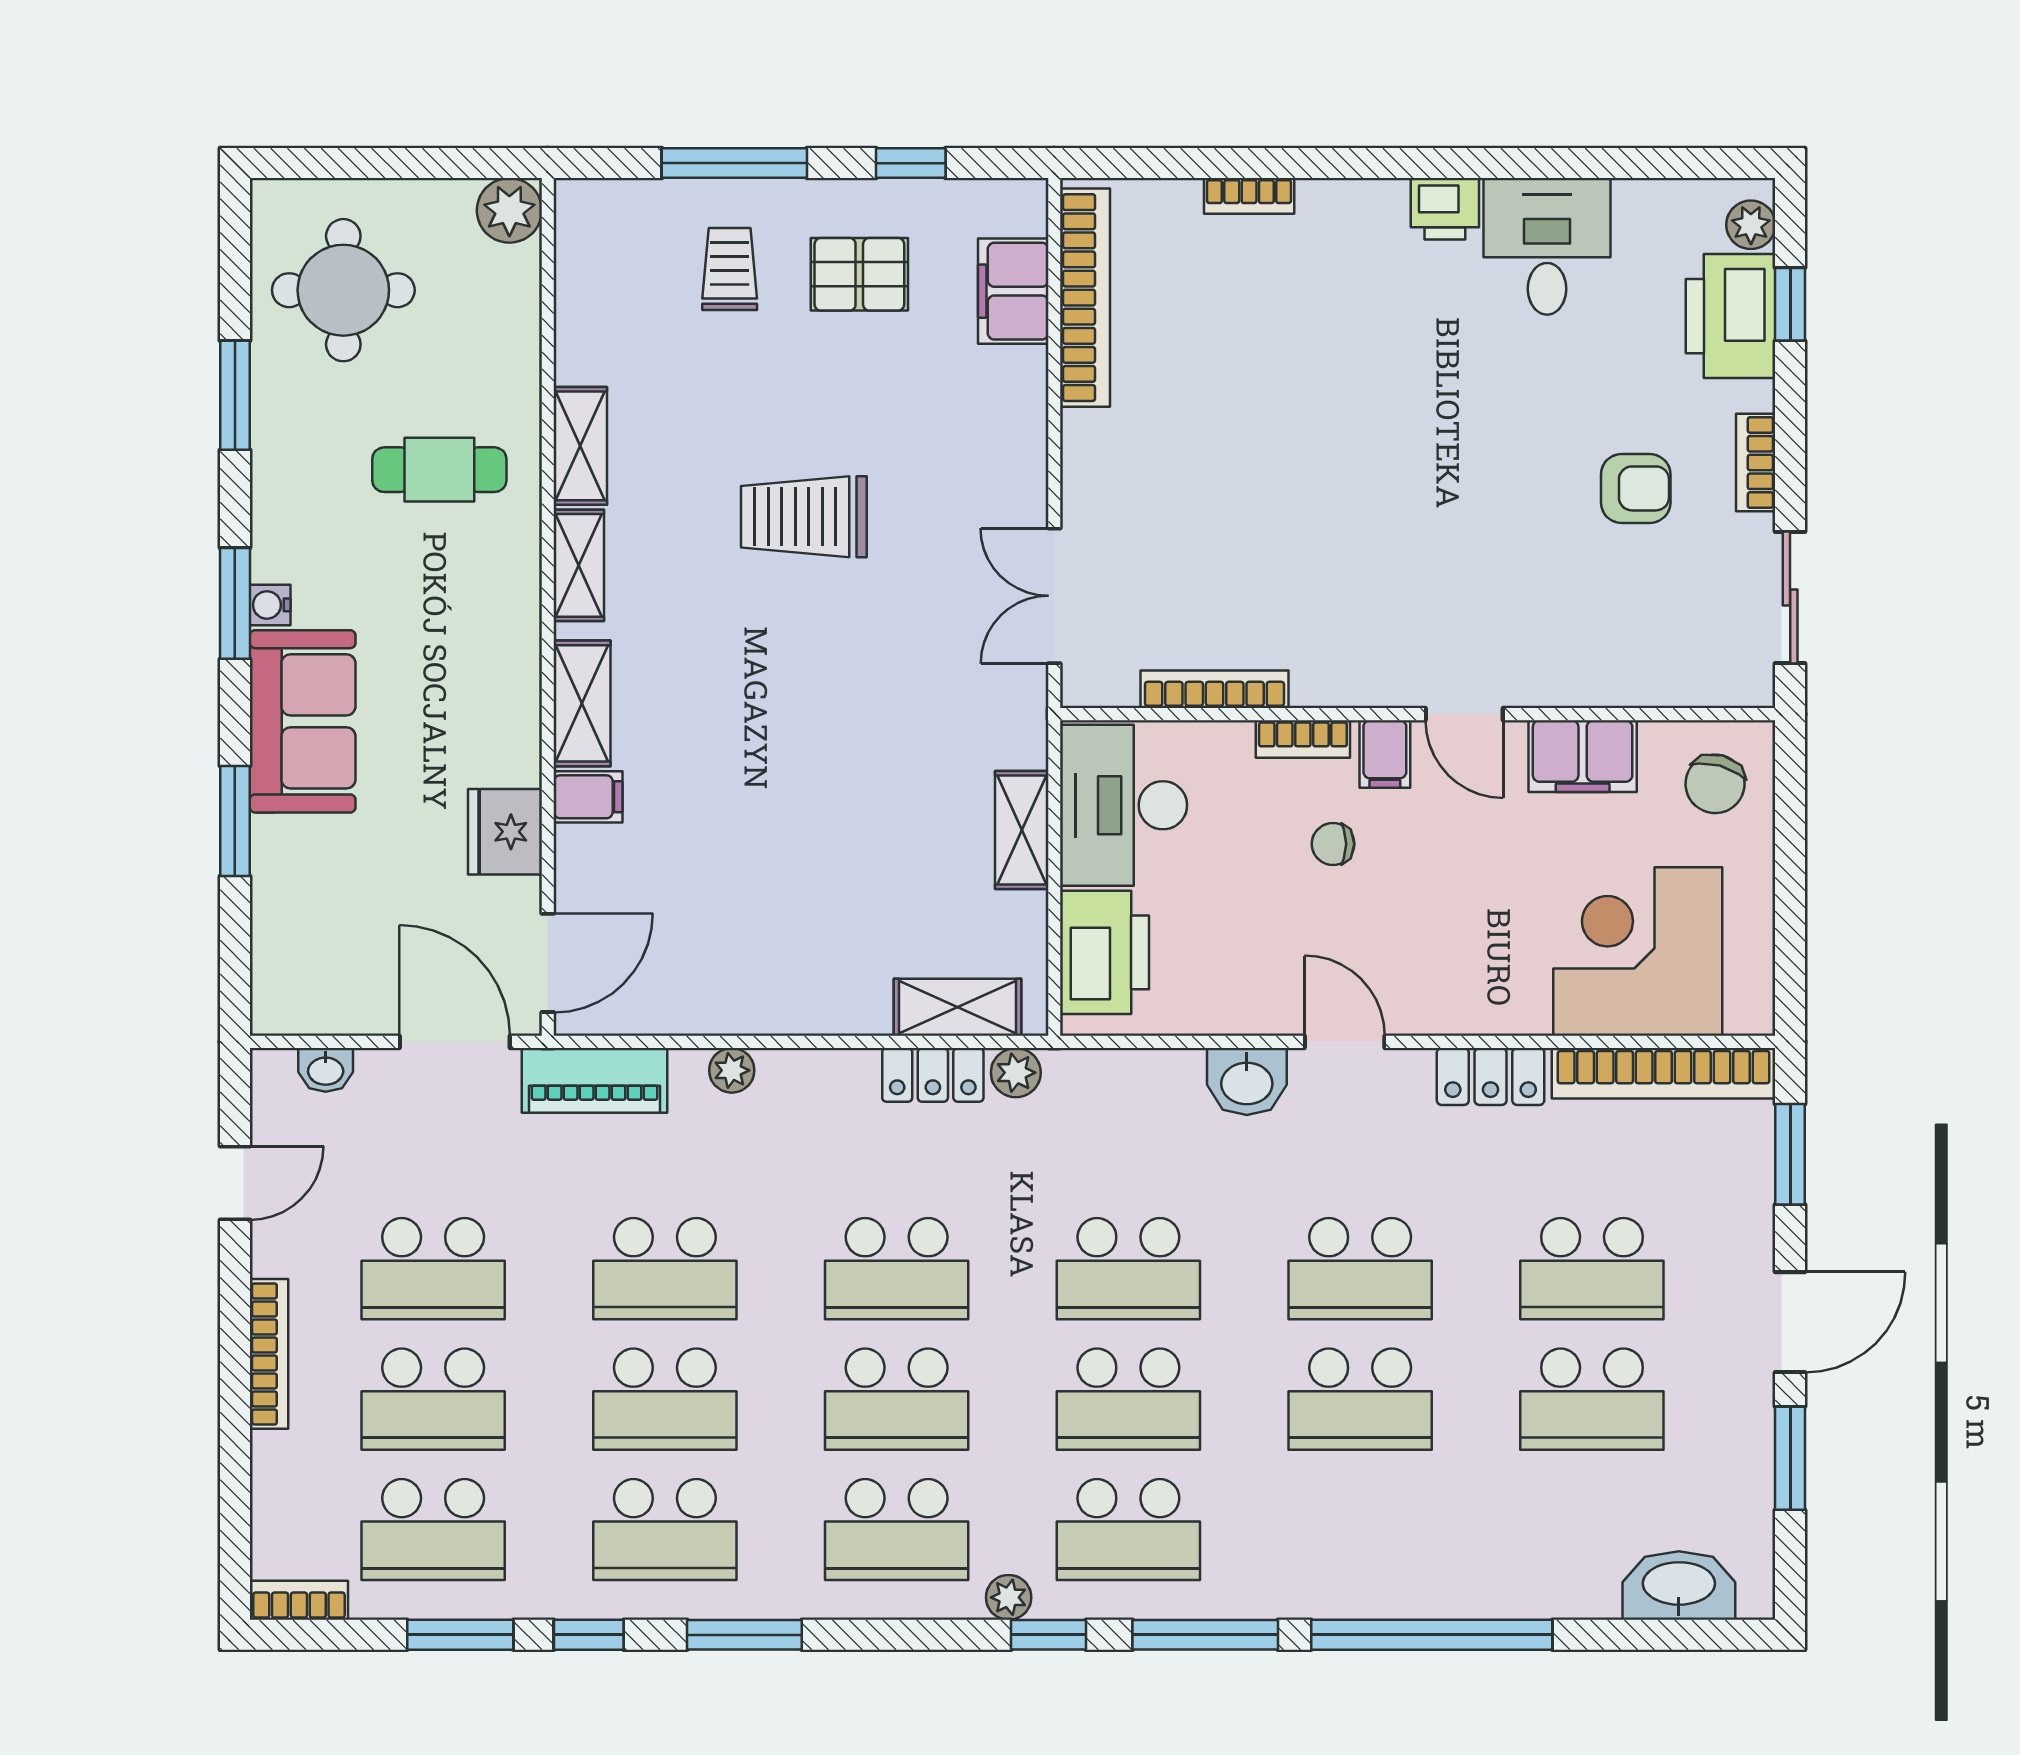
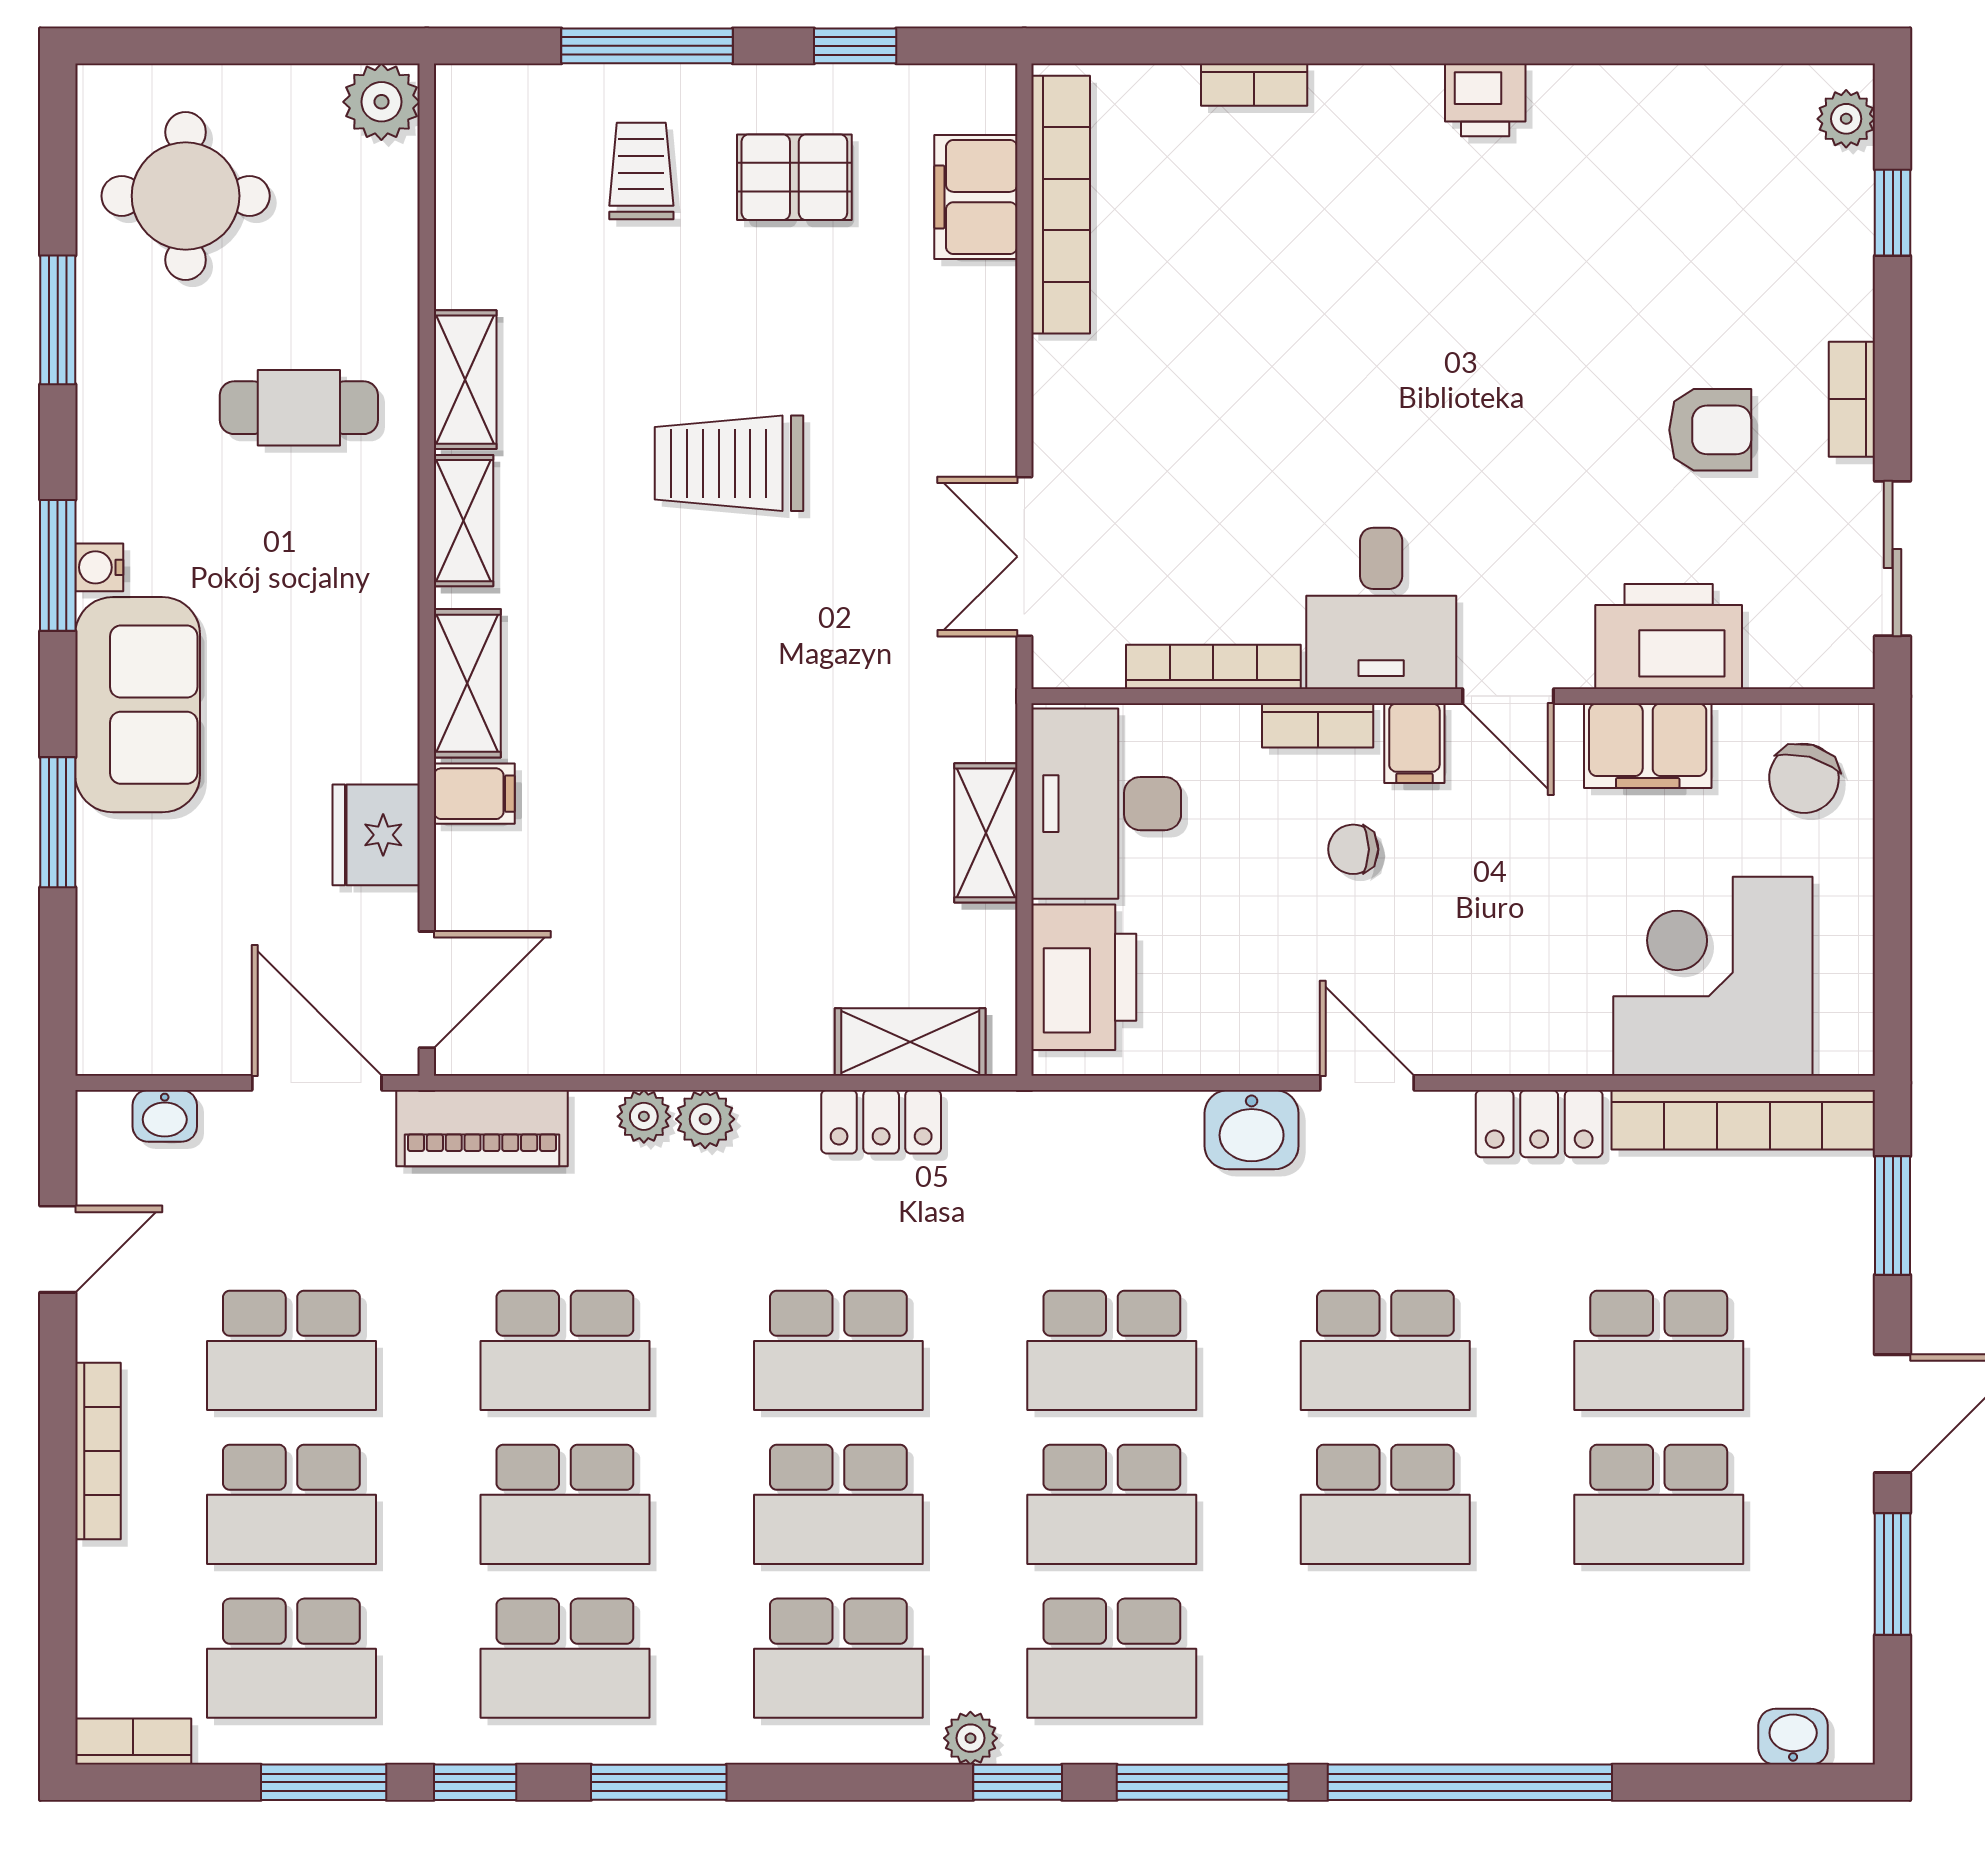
desk: (1547, 246) -> (1381, 608), moved, turned 180
printer: (1731, 316) -> (1669, 637), moved, turned 90
plant: (1016, 1073) -> (705, 1119), moved
washbasin: (1679, 1586) -> (1793, 1737), width x0.52, depth x0.69

